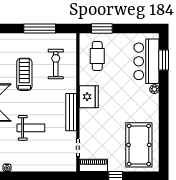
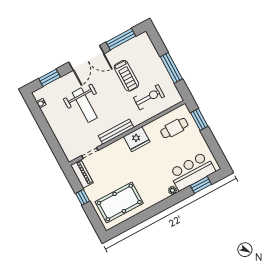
treadmill: (24, 74) -> (126, 76), turned 90
weight bench: (31, 128) -> (85, 105), width x1.36, depth x1.33

